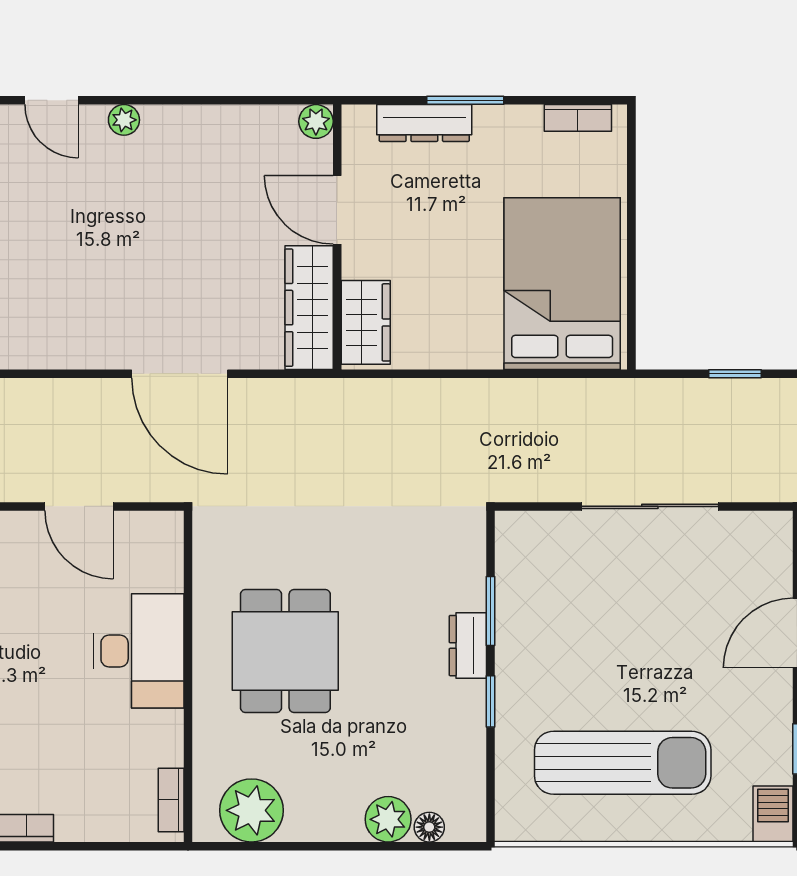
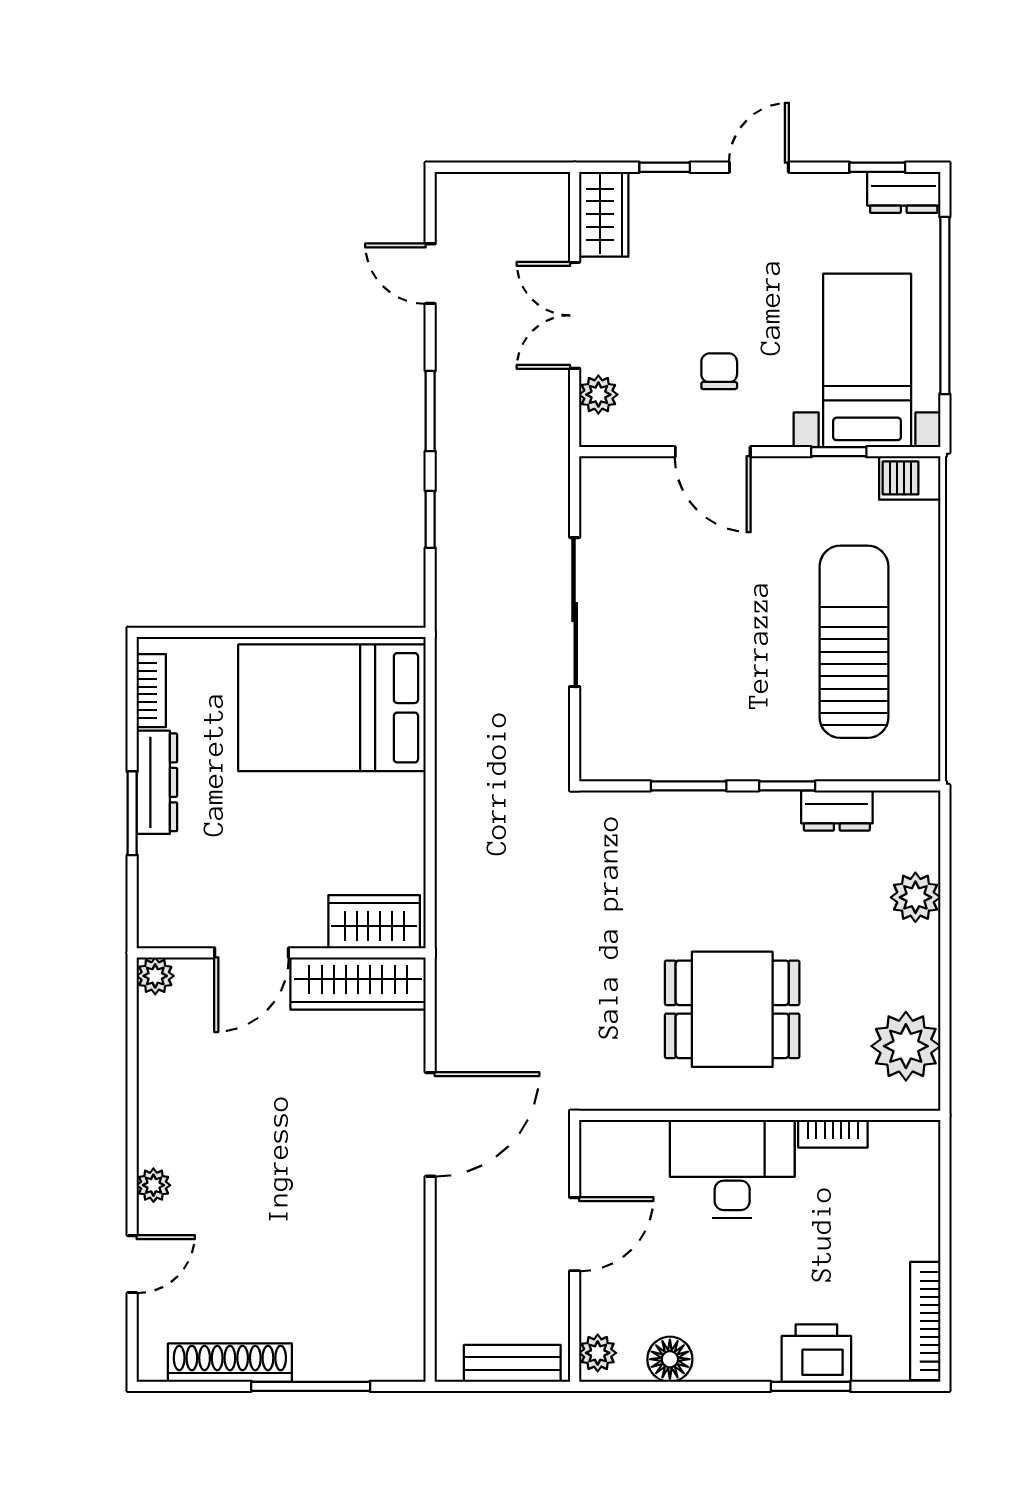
dresser: (424, 123) -> (157, 782), moved
dresser: (468, 646) -> (837, 810), moved
bookcase: (171, 800) -> (833, 1134), moved
floor lamp: (429, 827) -> (924, 852), removed

